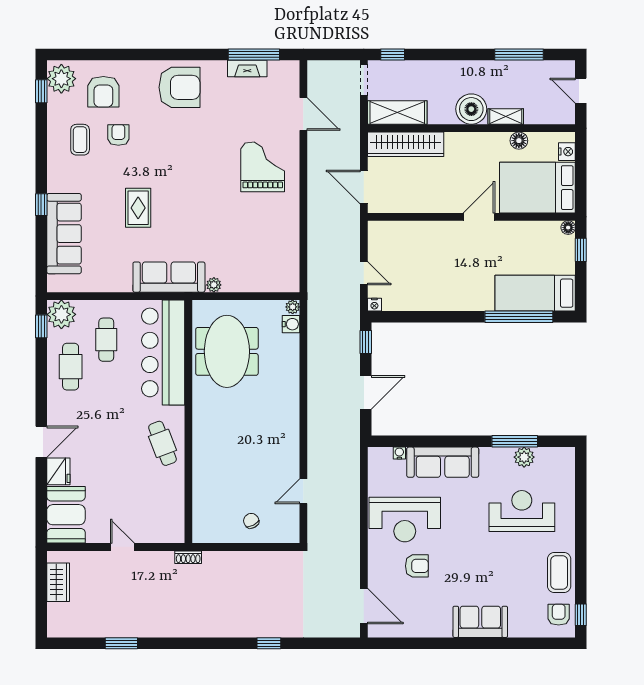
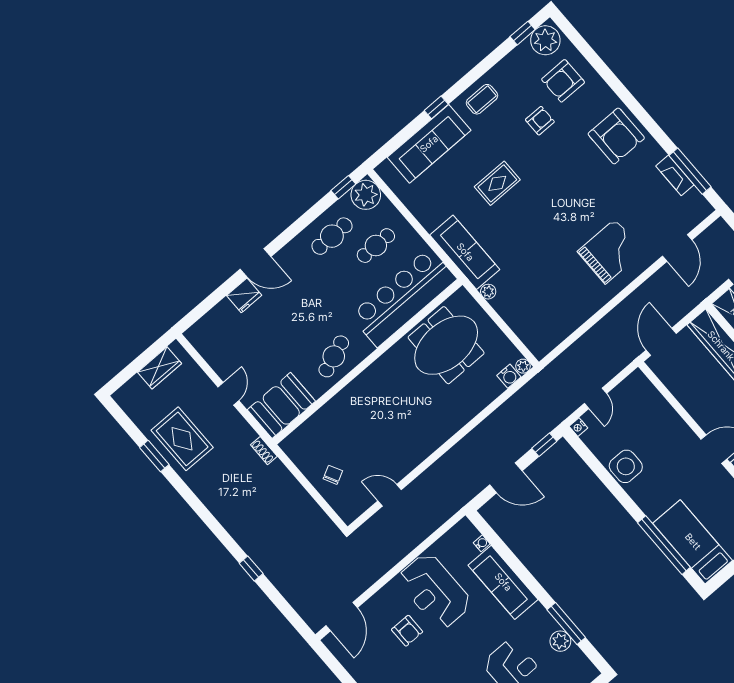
coffee table: (80, 140) -> (482, 99), moved
side table: (435, 294) -> (626, 466), added
booth: (66, 515) -> (281, 405), moved
rug: (126, 611) -> (182, 439), added

